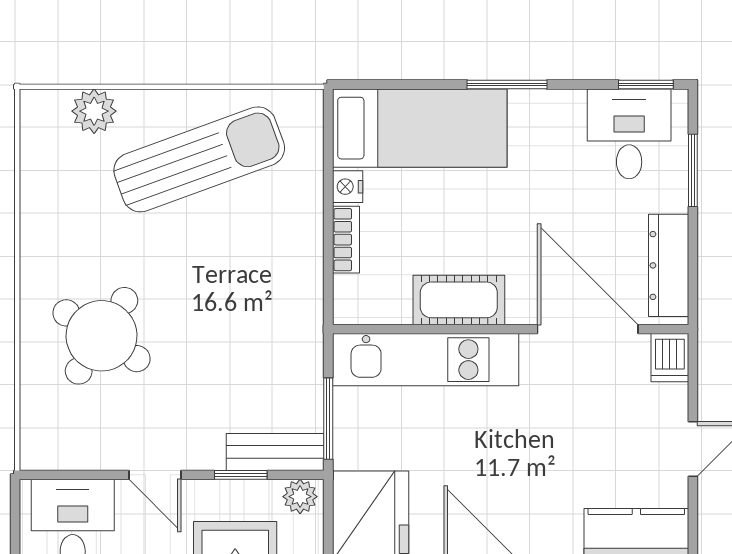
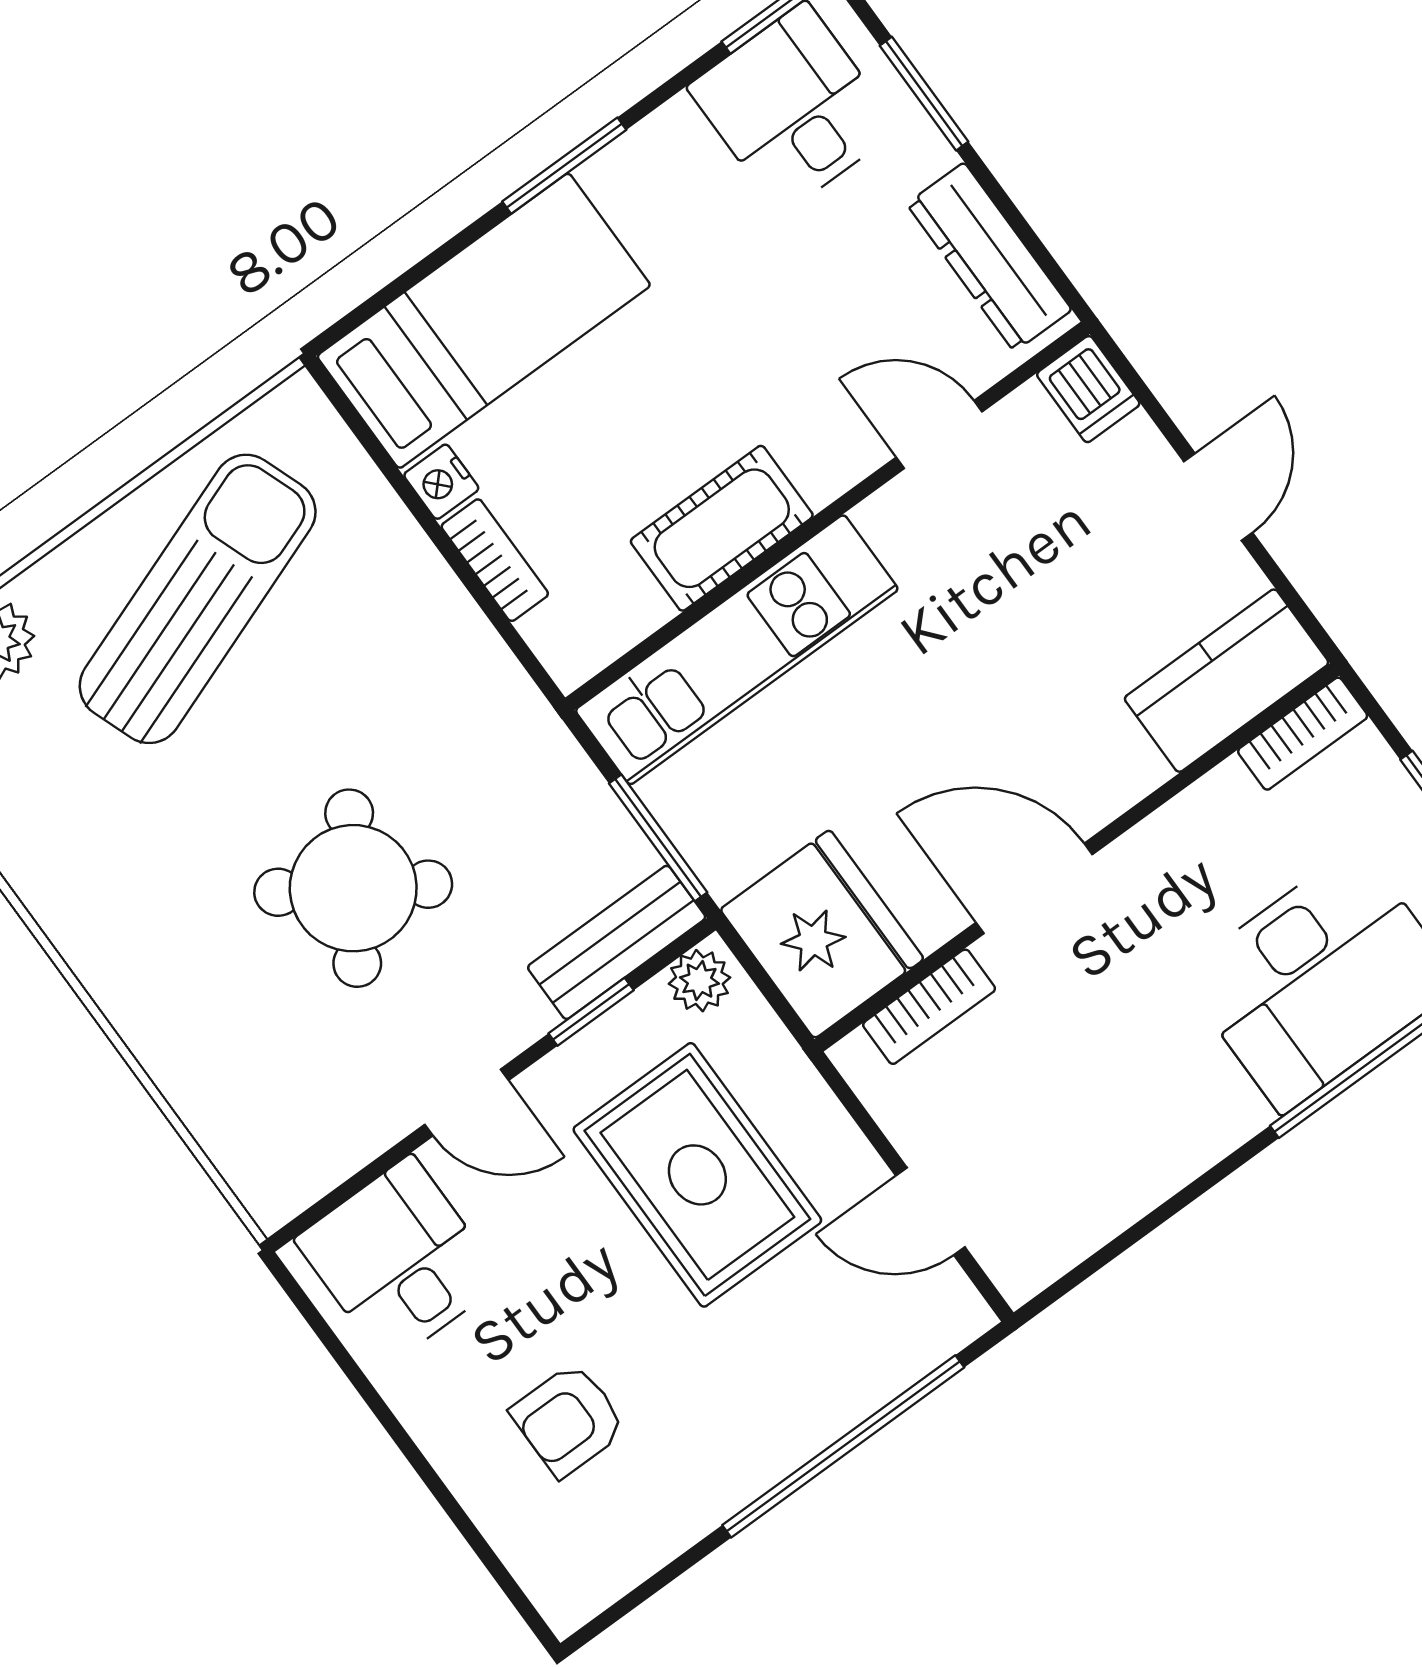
door: (588, 329) -> (939, 434), width x0.53
round table: (102, 336) -> (353, 888), moved

